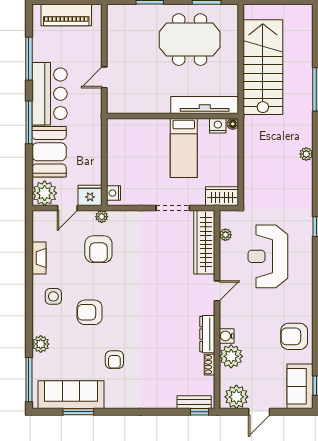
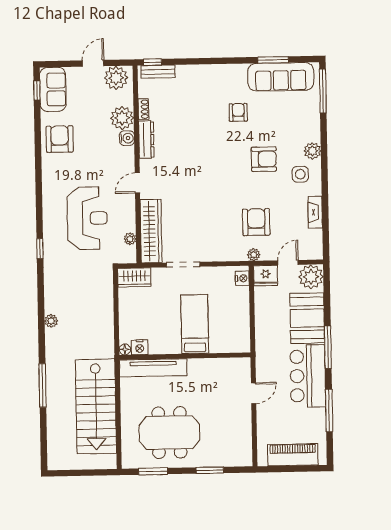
bed: (184, 148) -> (195, 324), moved
armchair: (294, 336) -> (60, 139), turned -90
plant: (41, 344) -> (312, 151), moved

